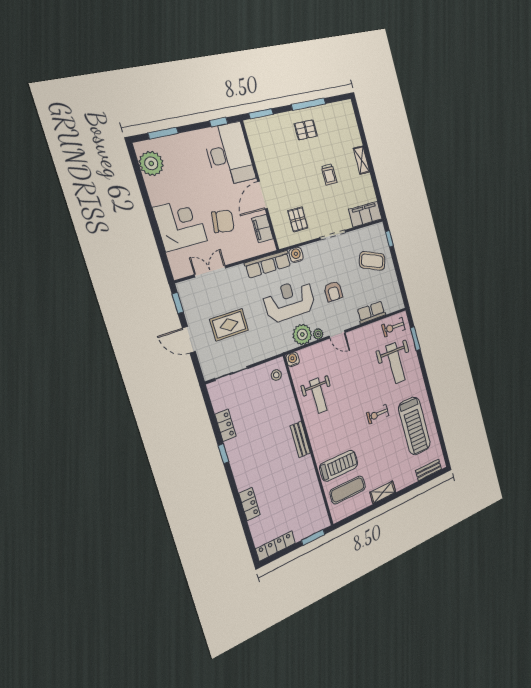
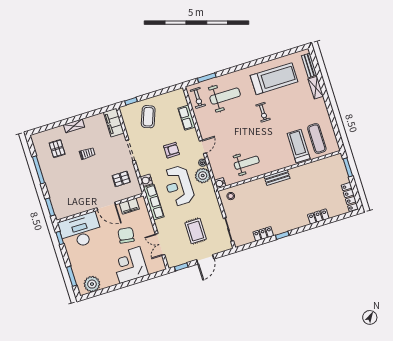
pallet: (306, 130) -> (57, 149), moved
shelving: (383, 492) -> (316, 88), moved

